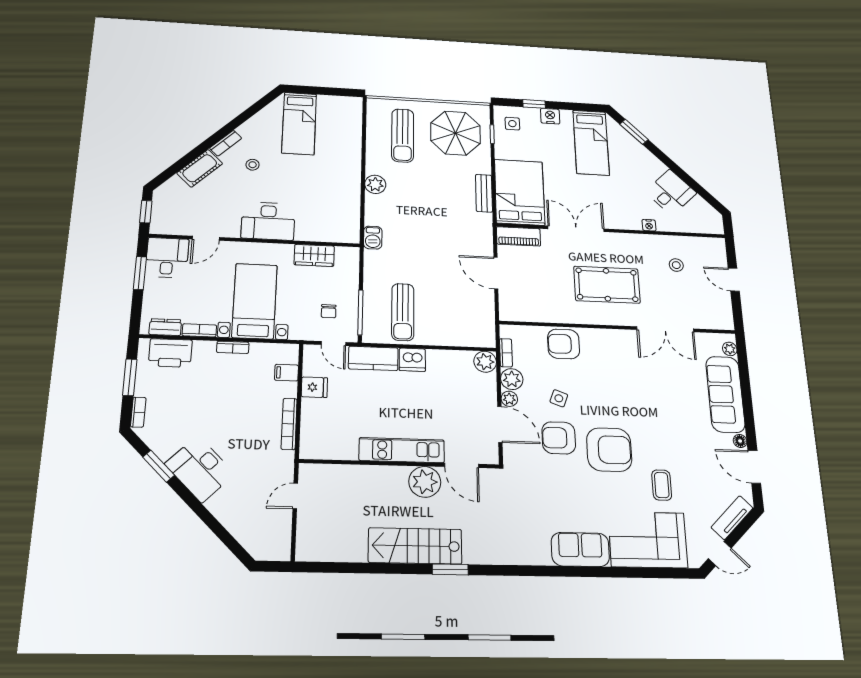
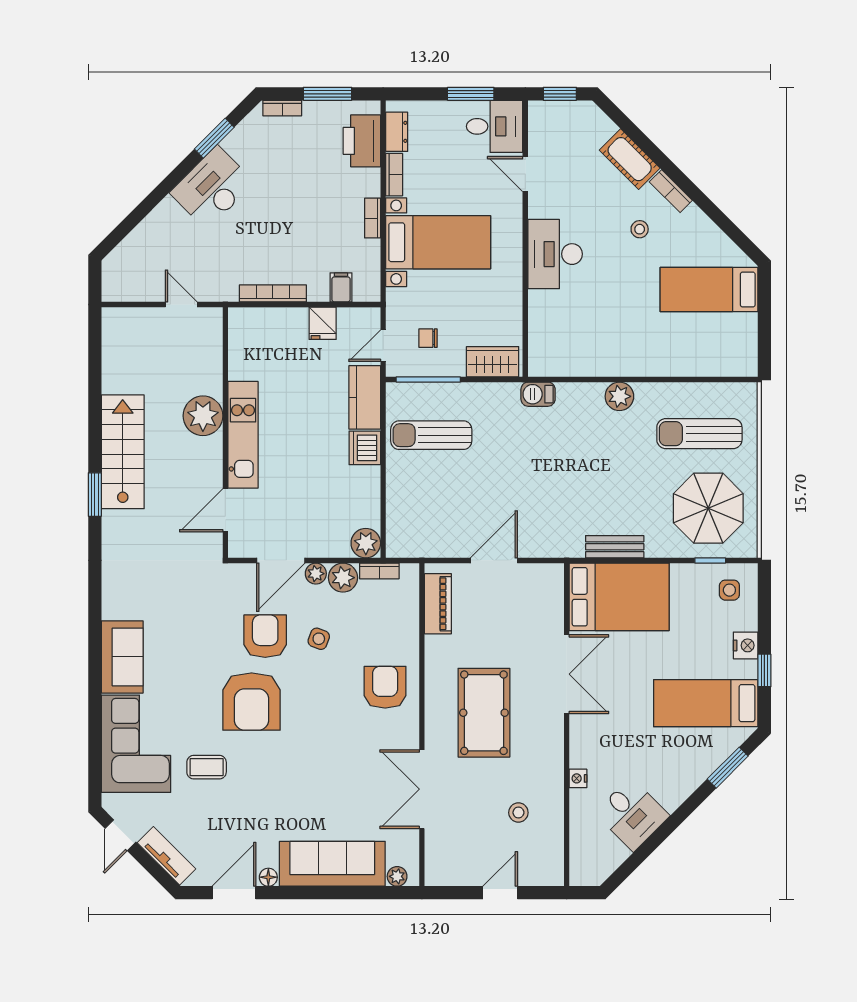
window: (534, 104) -> (764, 670), moved
piano: (518, 236) -> (438, 604), moved, turned 180
wardrobe: (314, 255) -> (493, 362), moved, turned 90
armchair: (564, 344) -> (385, 687), moved
plant: (425, 482) -> (203, 416), moved

